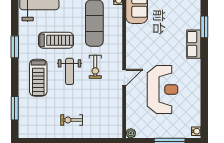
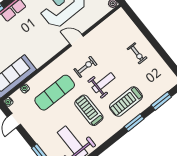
window: (15, 47) -> (134, 123), moved
treadmill: (38, 78) -> (126, 102), turned 180

